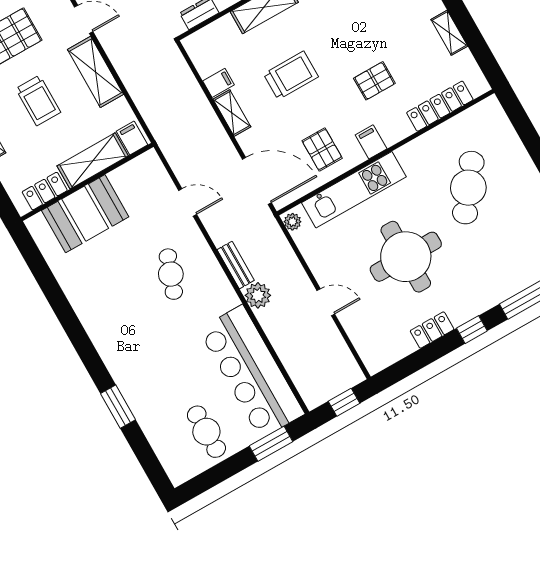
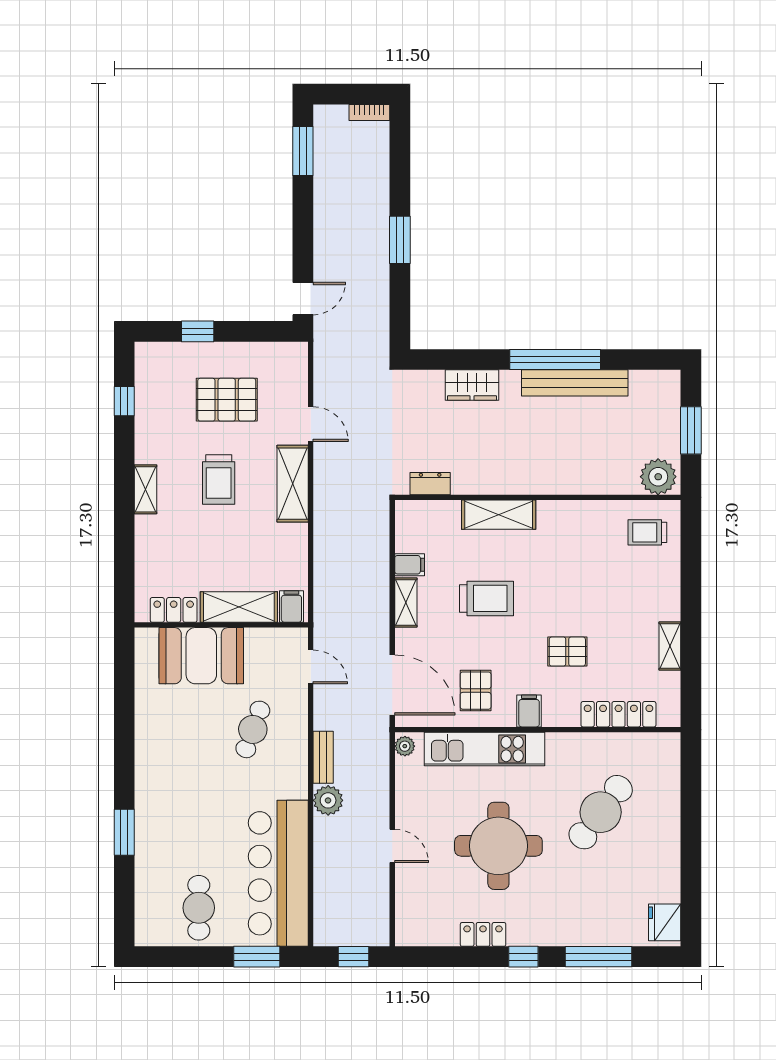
filing cabinet: (132, 138) -> (291, 606), moved
shelving: (93, 161) -> (239, 607), moved
wall: (87, 182) -> (221, 625), moved
locker: (45, 191) -> (174, 610), moved
booth: (85, 214) -> (201, 656), moved

